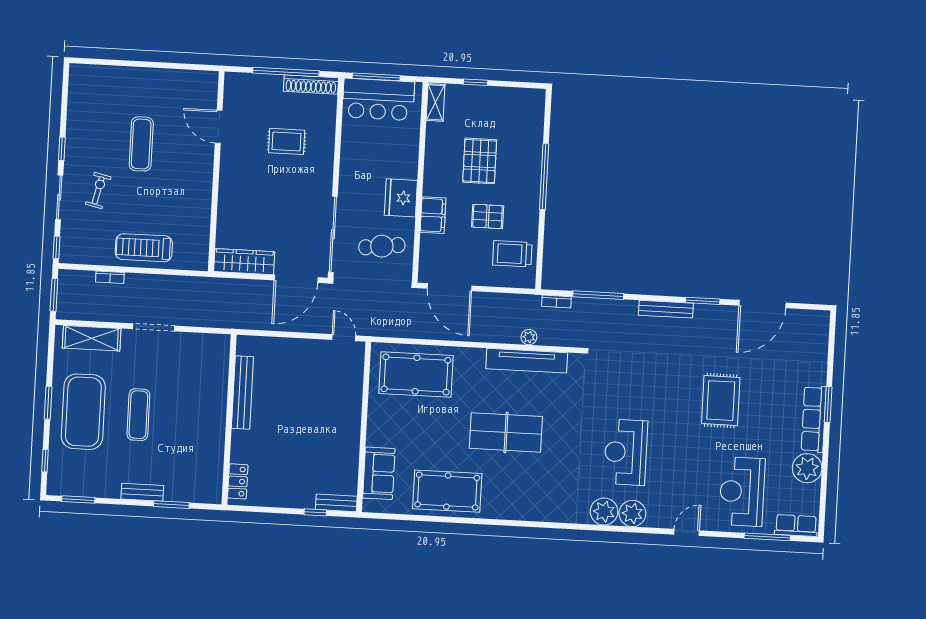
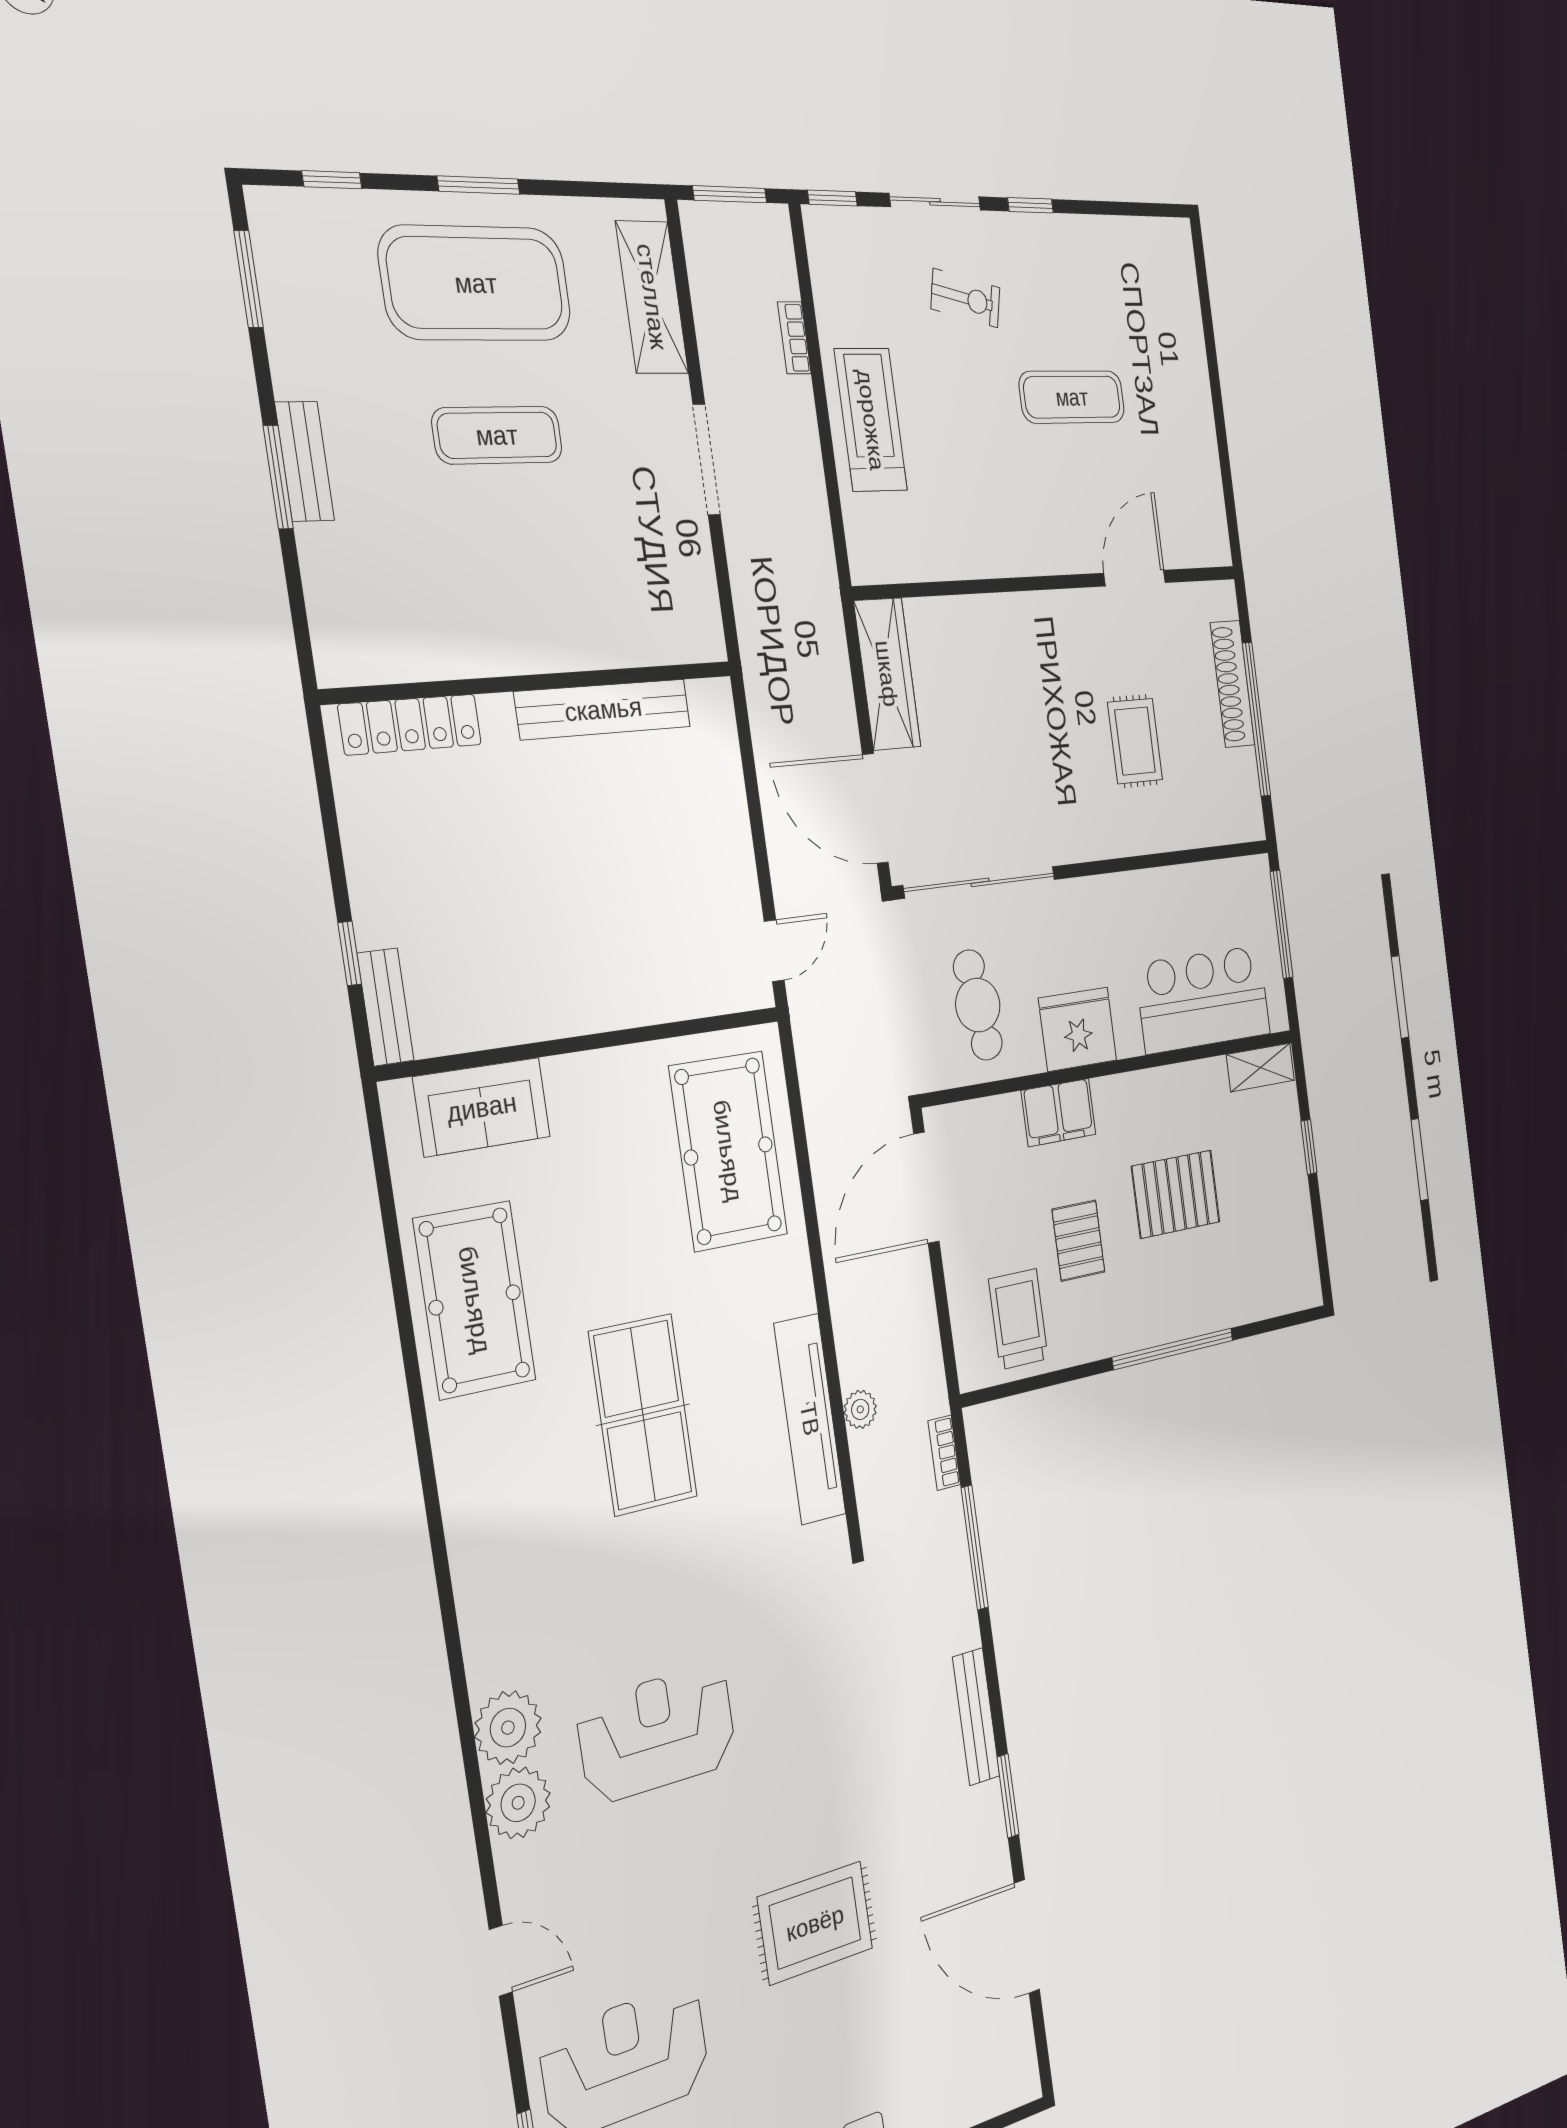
shoe rack: (311, 85) -> (1232, 684), moved
bar counter: (378, 99) -> (1203, 999), moved, turned 90
locker: (238, 481) -> (410, 725), width x1.53
window: (171, 505) -> (278, 477), moved

